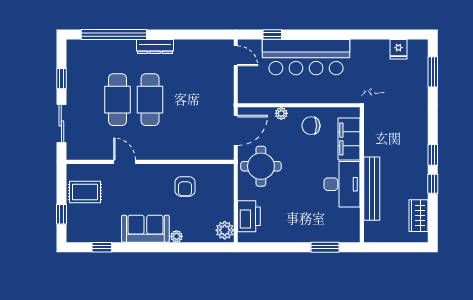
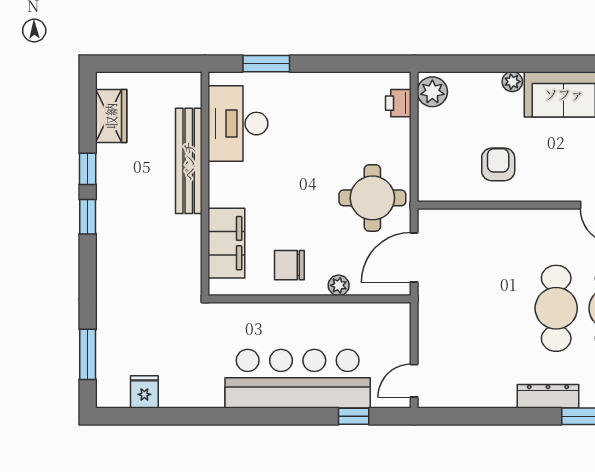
door: (236, 56) -> (414, 381), hinge flipped
chair: (311, 126) -> (289, 265), turned 180
desk: (342, 184) -> (238, 124), moved
printer: (249, 216) -> (398, 103), width x0.53, depth x0.68

